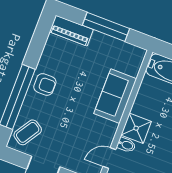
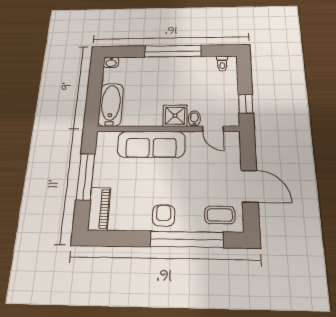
sofa: (115, 96) -> (151, 144), width x1.36
coffee table: (28, 132) -> (220, 215), turned -32

